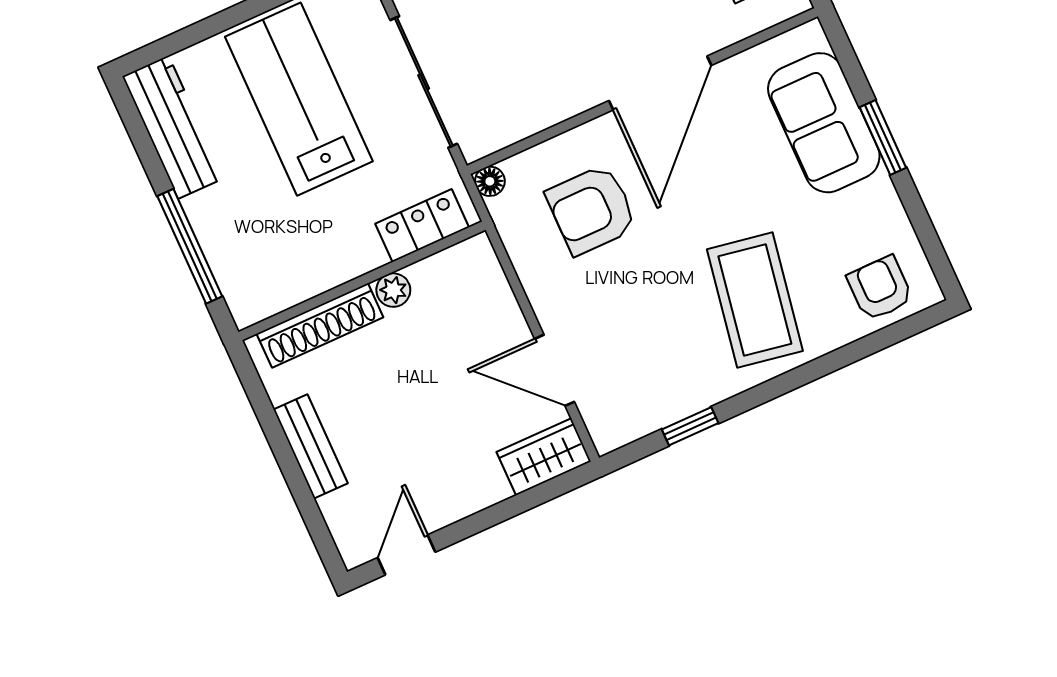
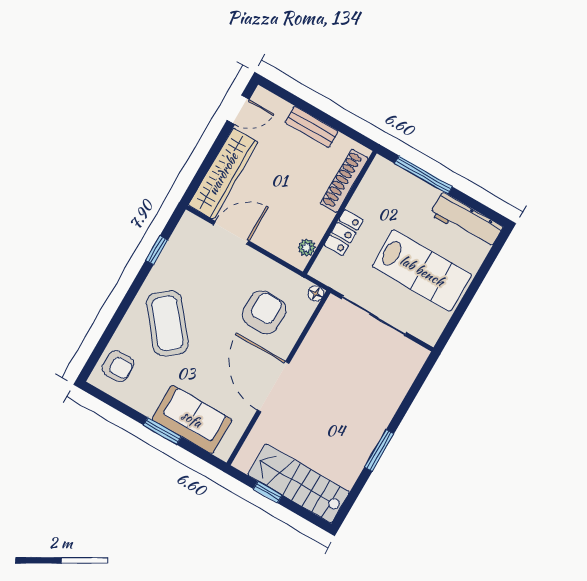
locker: (422, 226) -> (344, 233), moved
plant: (393, 290) -> (307, 248), moved
coffee table: (755, 300) -> (167, 323), turned 41
wardrobe: (544, 457) -> (223, 174), width x2.10, depth x1.17
door: (406, 555) -> (238, 110), hinge flipped

